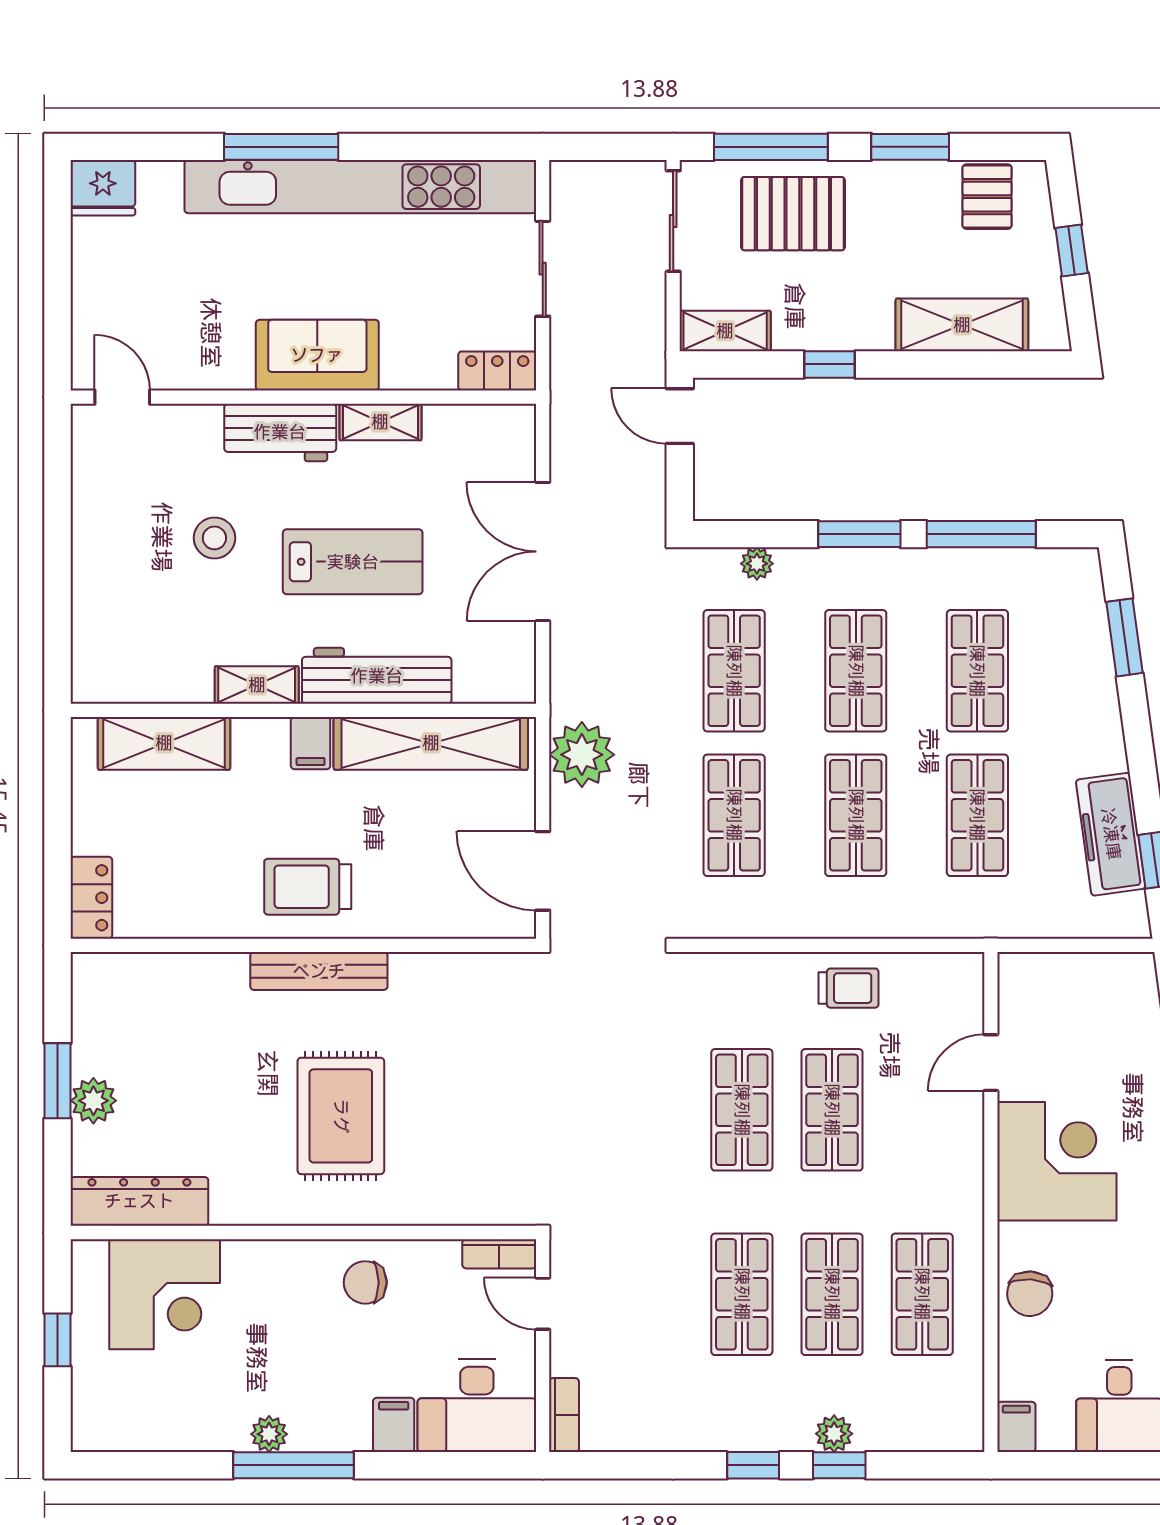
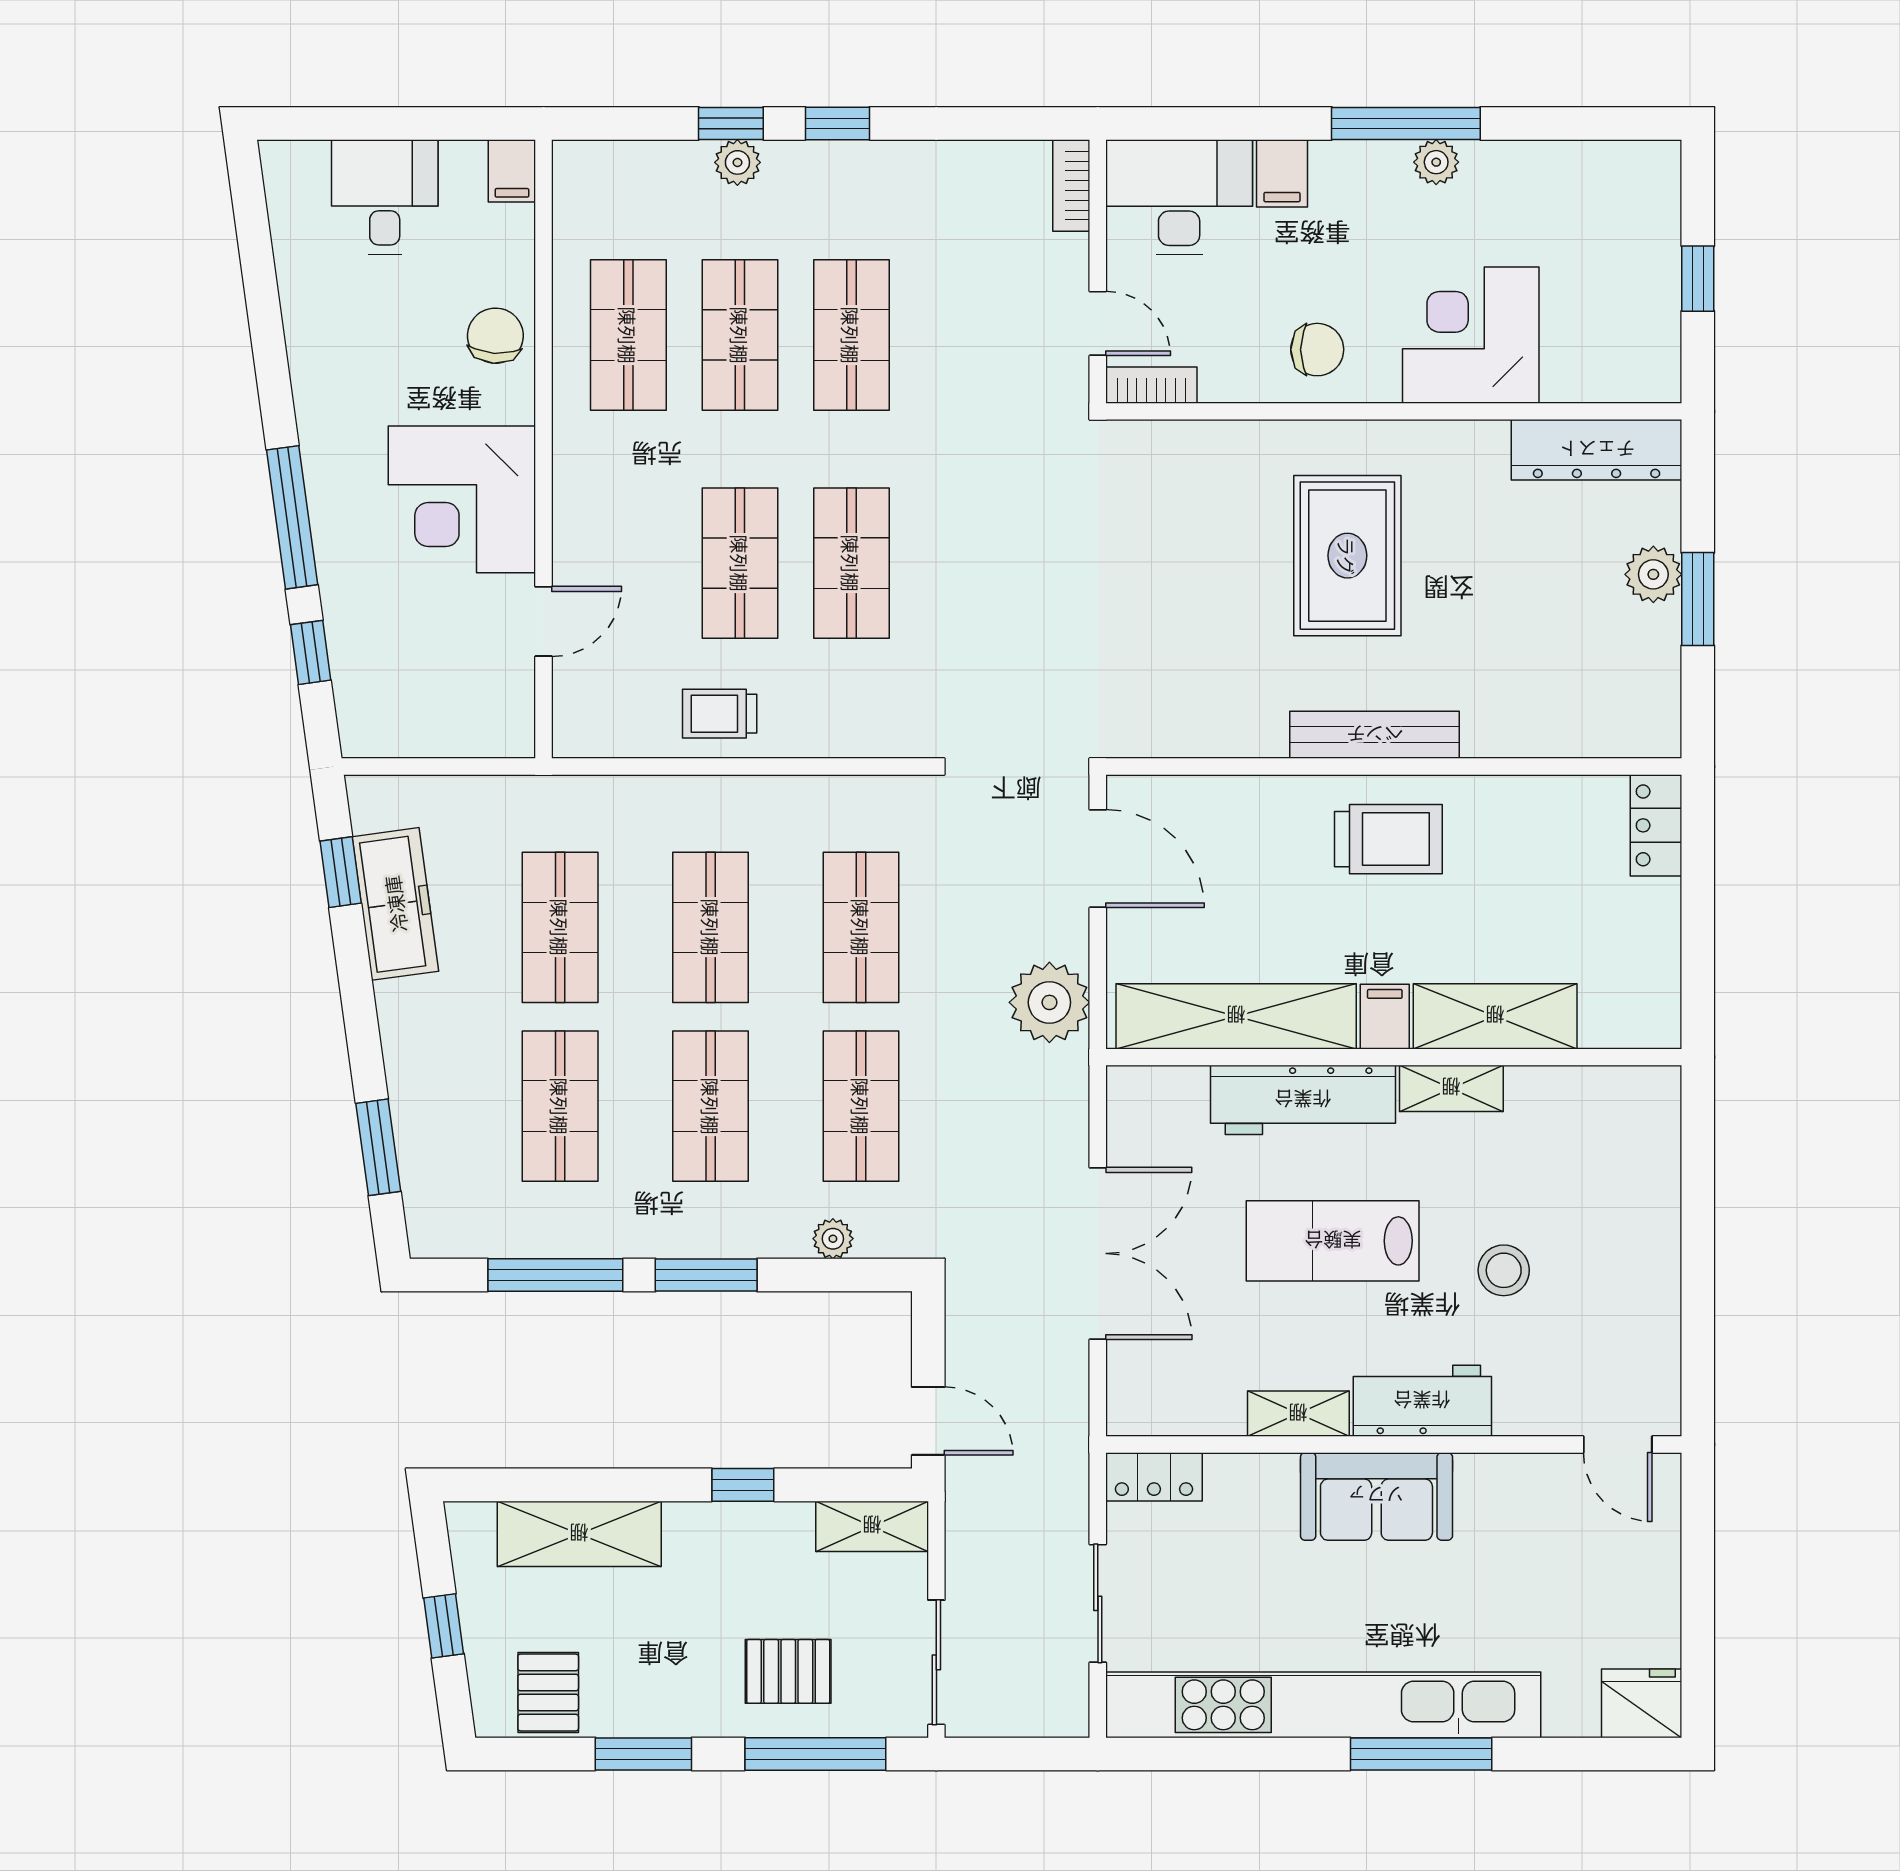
pallet: (793, 214) -> (788, 1671), width x0.67, depth x0.71
shelving: (164, 743) -> (1495, 1016), moved
corner desk: (165, 1294) -> (1471, 335), moved

